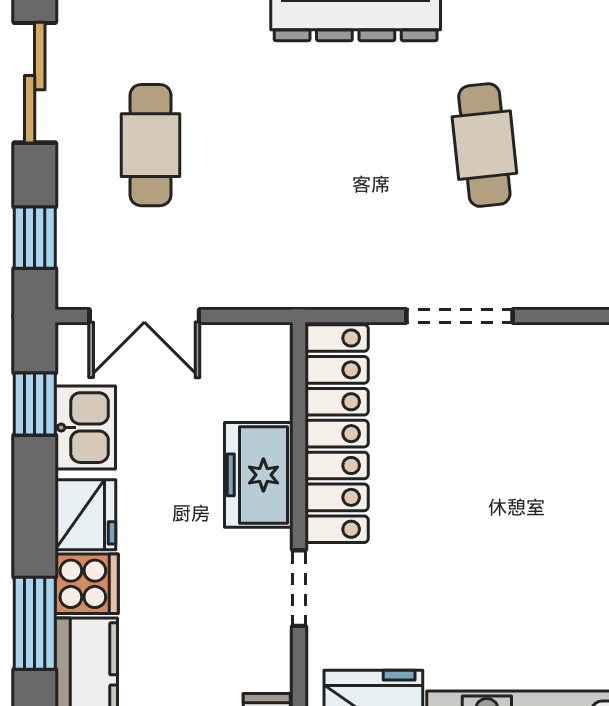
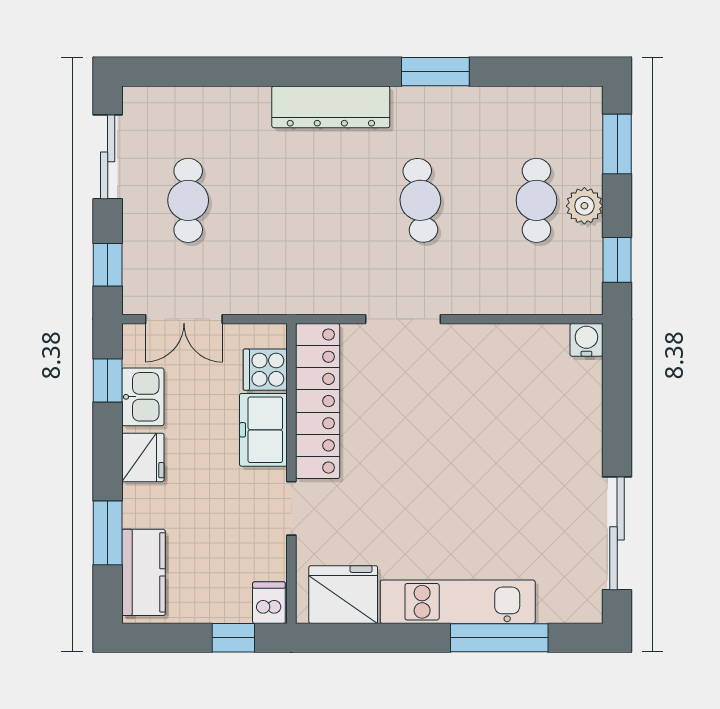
cooker: (87, 584) -> (265, 370), moved, turned 180

